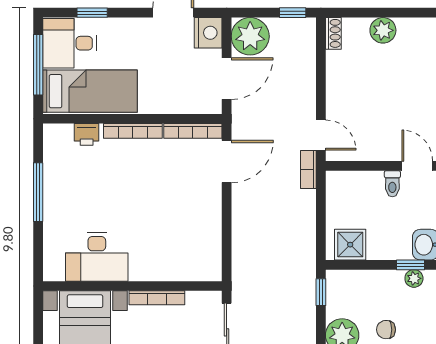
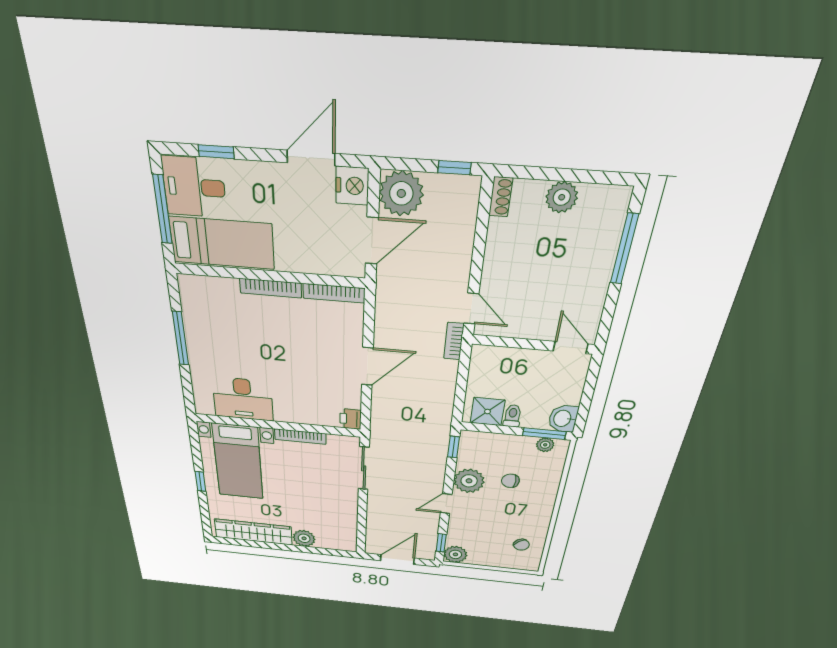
printer: (87, 134) -> (350, 419), moved, turned 90
door: (227, 162) -> (367, 366), moved
toilet: (392, 184) -> (512, 416), moved, turned 180
window: (411, 265) -> (544, 434), width x1.50

